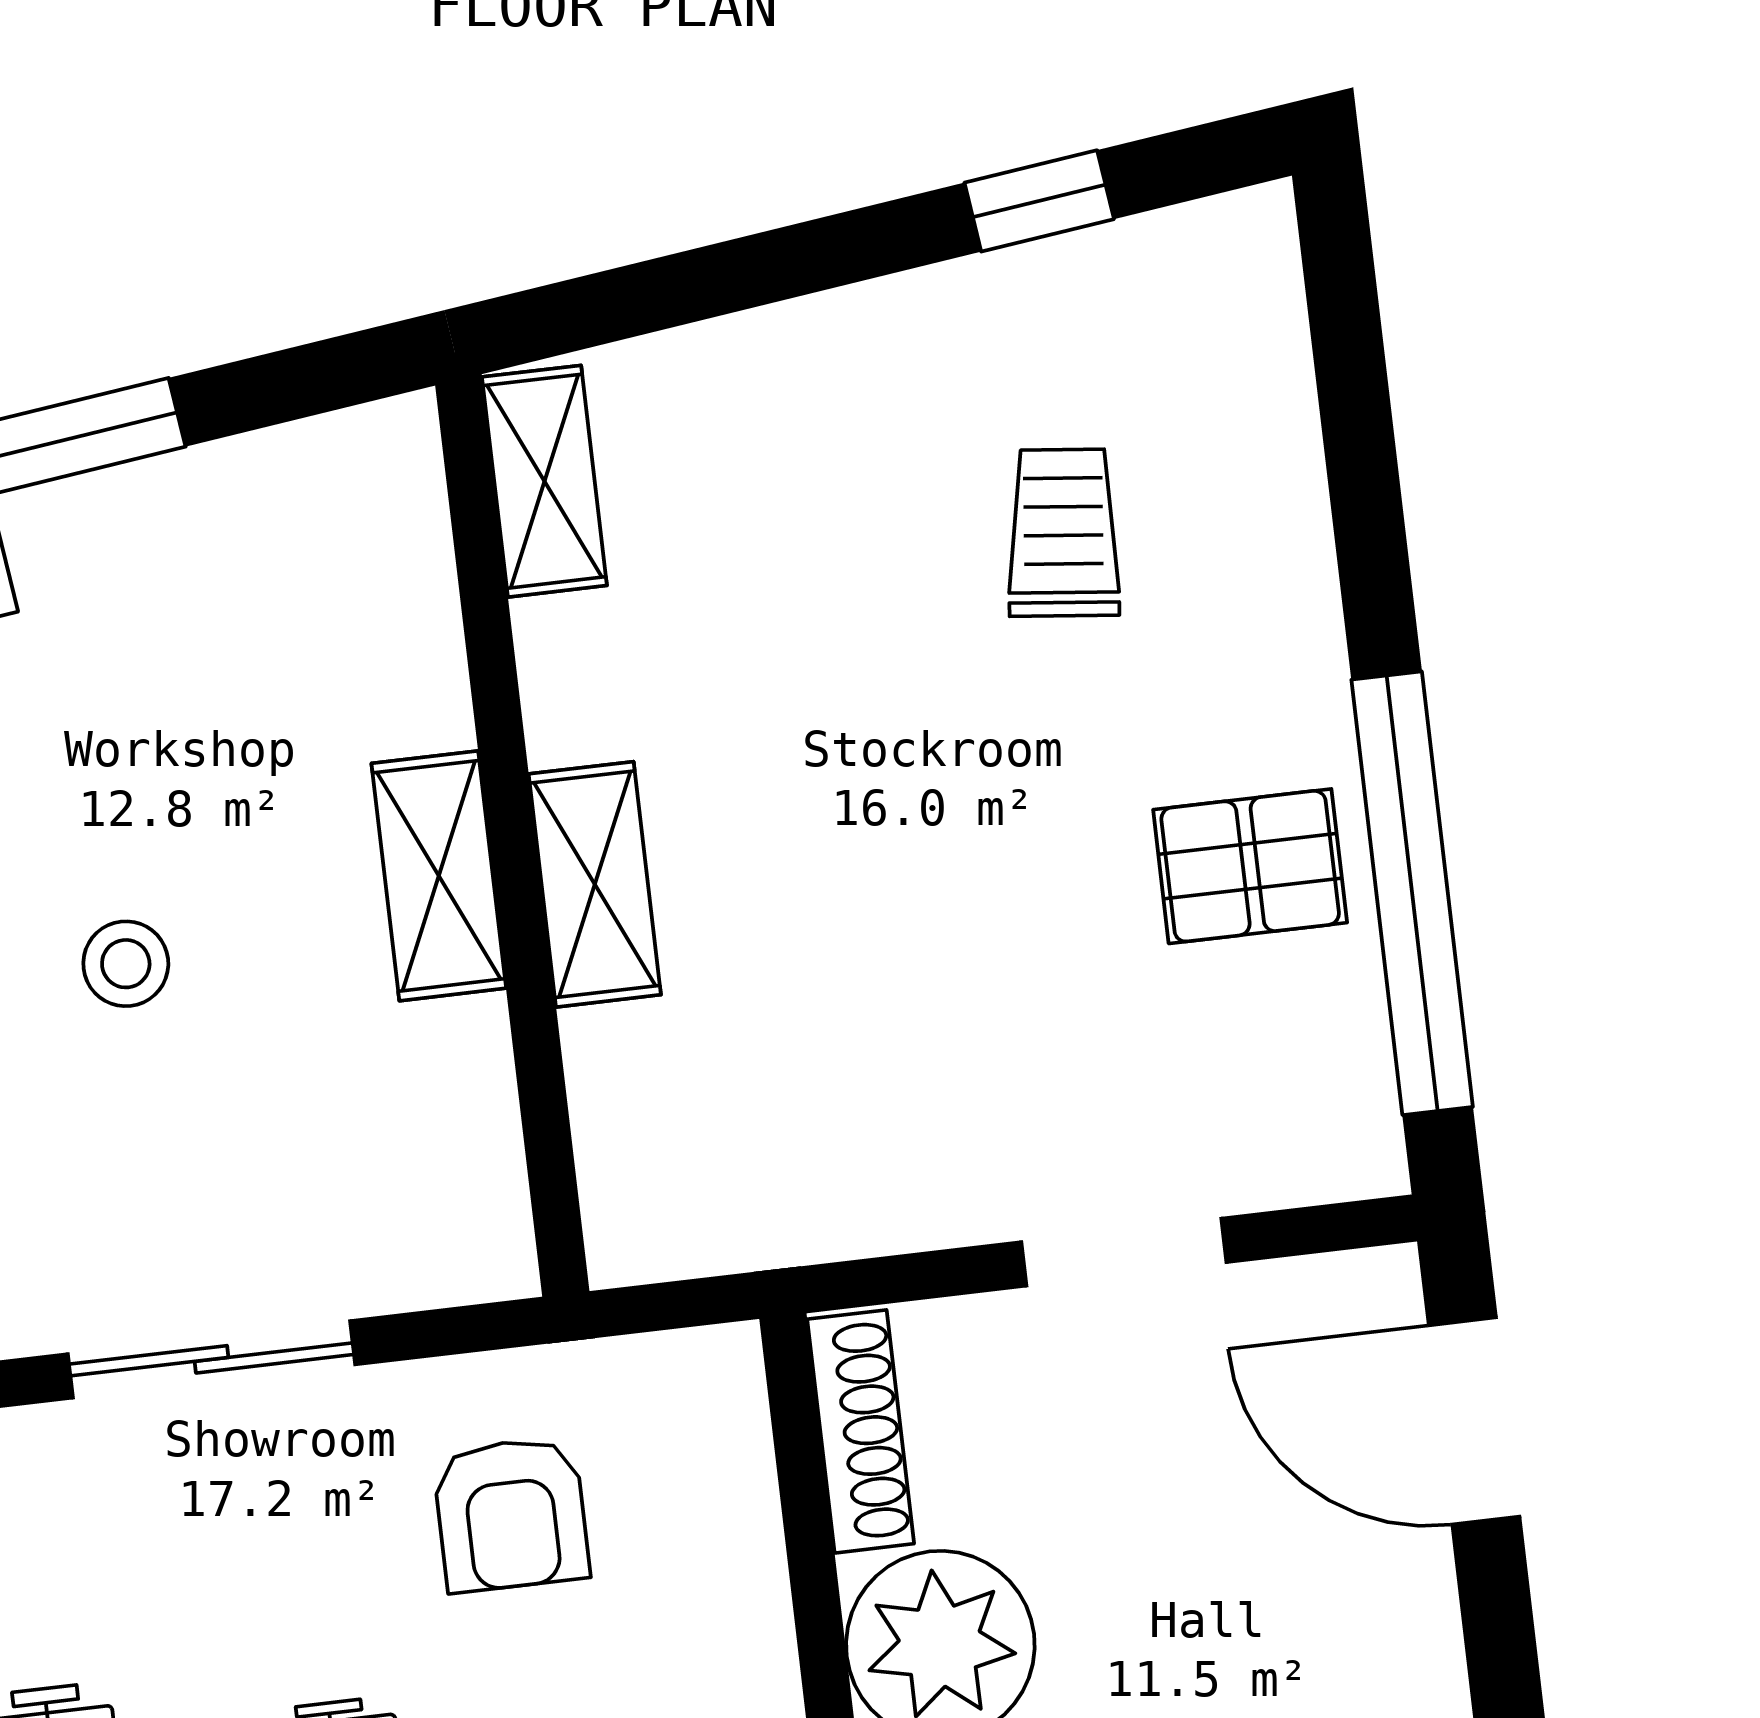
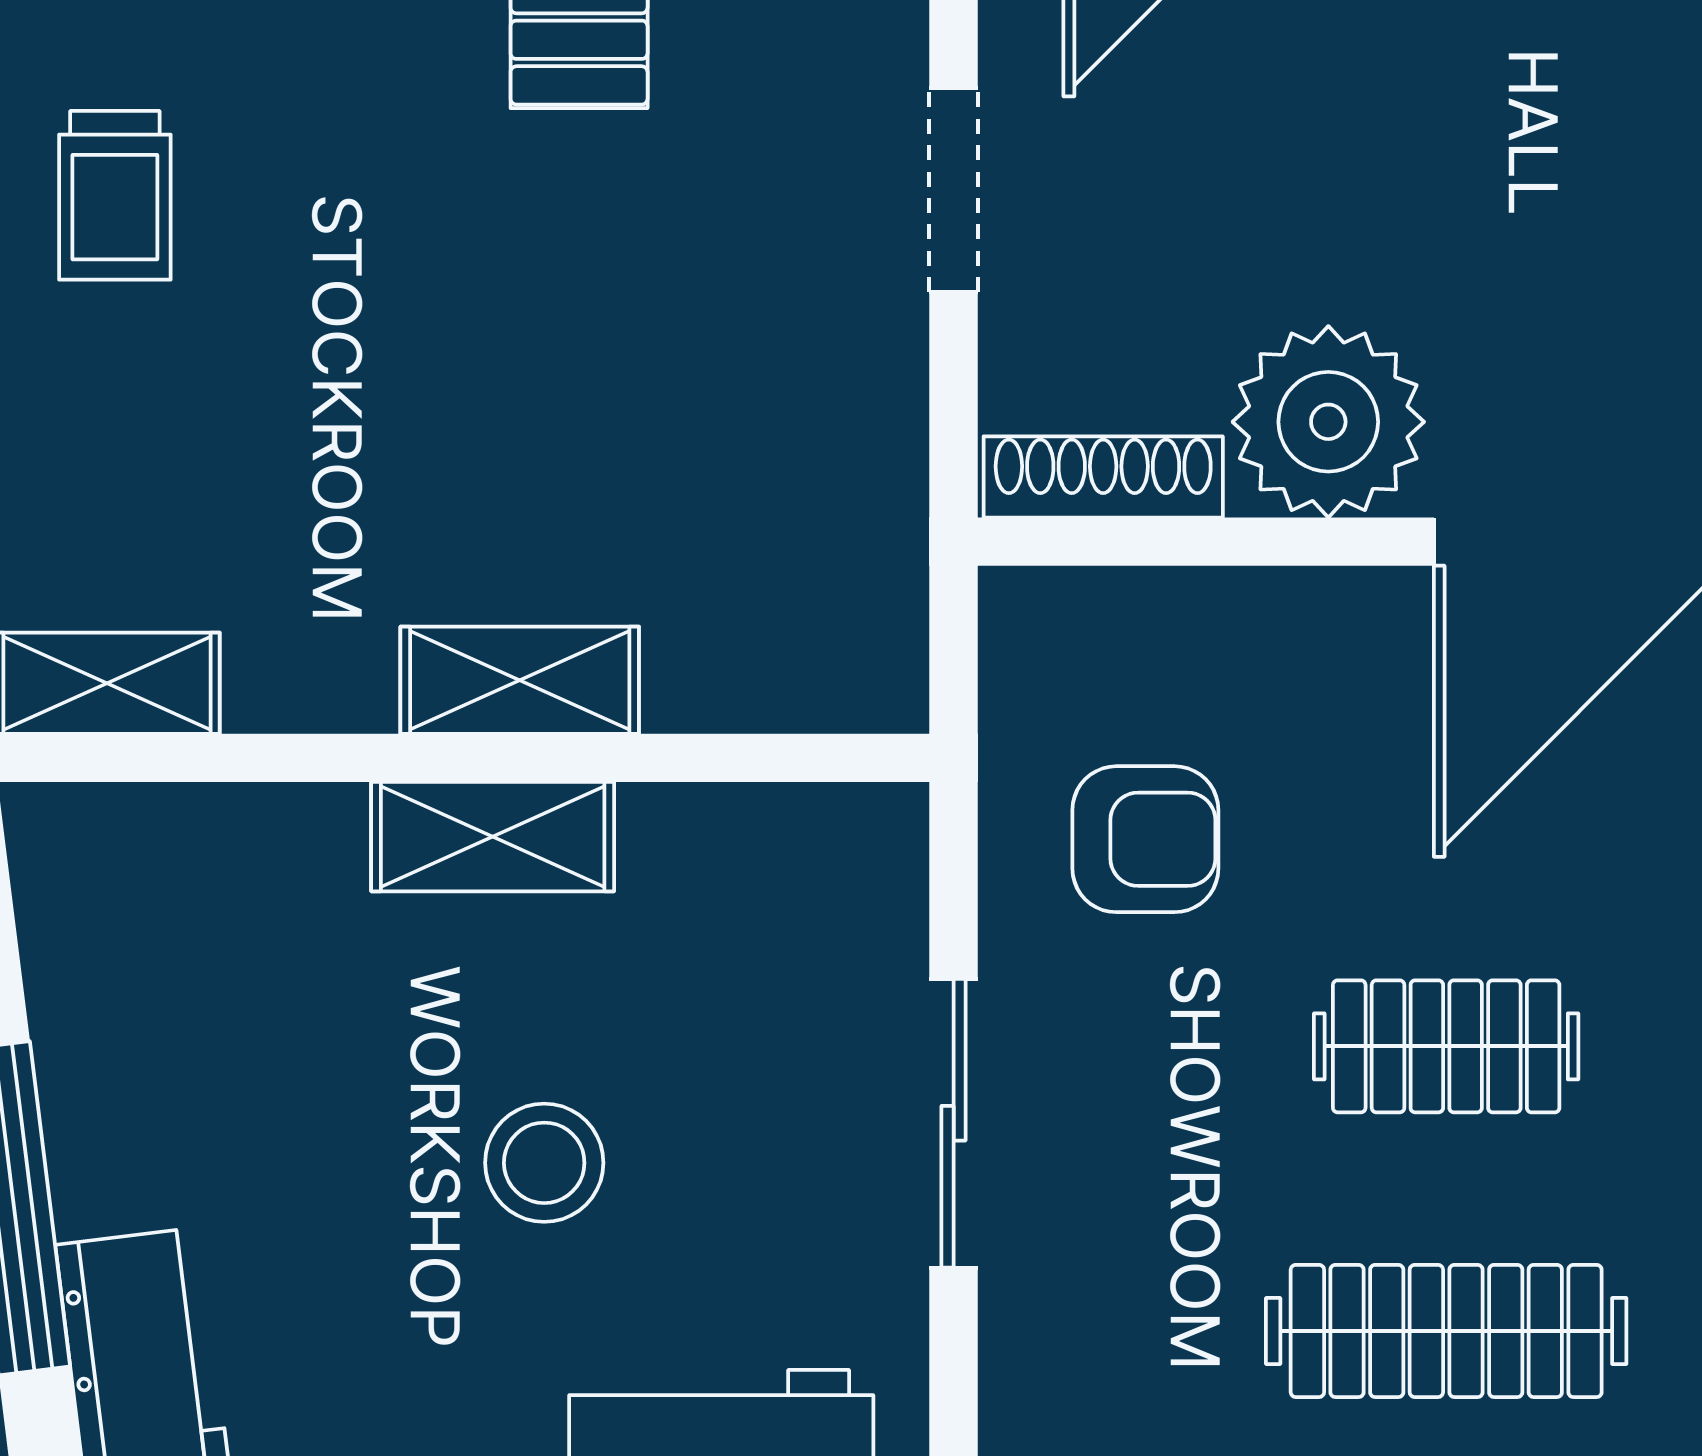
trolley: (1063, 533) -> (115, 195), moved, turned -96
stool: (126, 964) -> (544, 1163), width x1.37, depth x1.37

